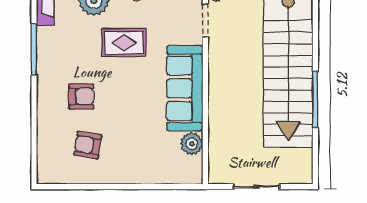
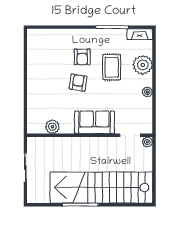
rug: (124, 43) -> (112, 67), moved
sofa: (185, 88) -> (94, 122), width x0.73
armchair: (88, 145) -> (78, 83), moved

